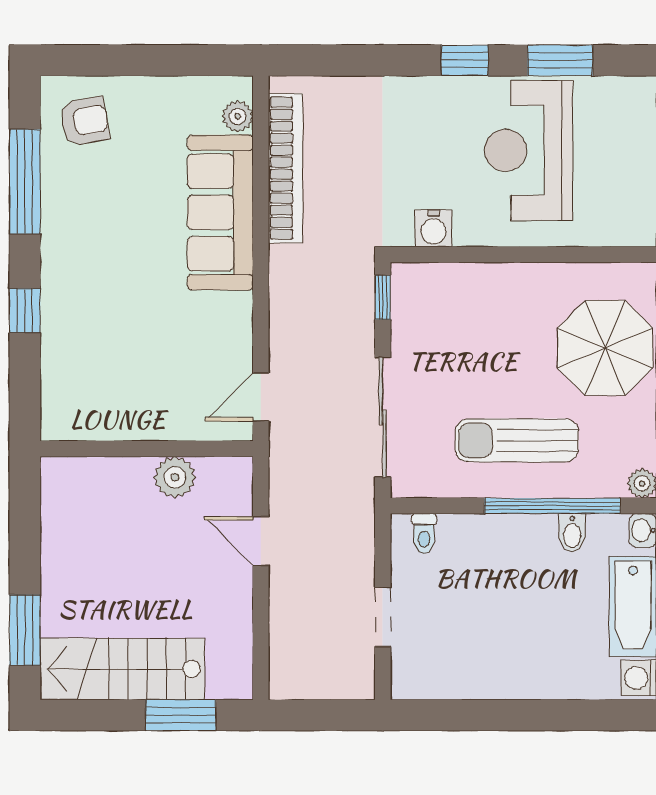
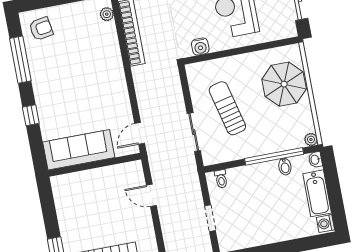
sofa: (220, 212) -> (79, 150), moved, turned 90
window: (383, 297) -> (184, 80), removed
sliding door: (383, 417) -> (194, 132), width x0.73
sun lounger: (517, 440) -> (227, 108), moved, turned 76
plant: (175, 477) -> (109, 175), removed

